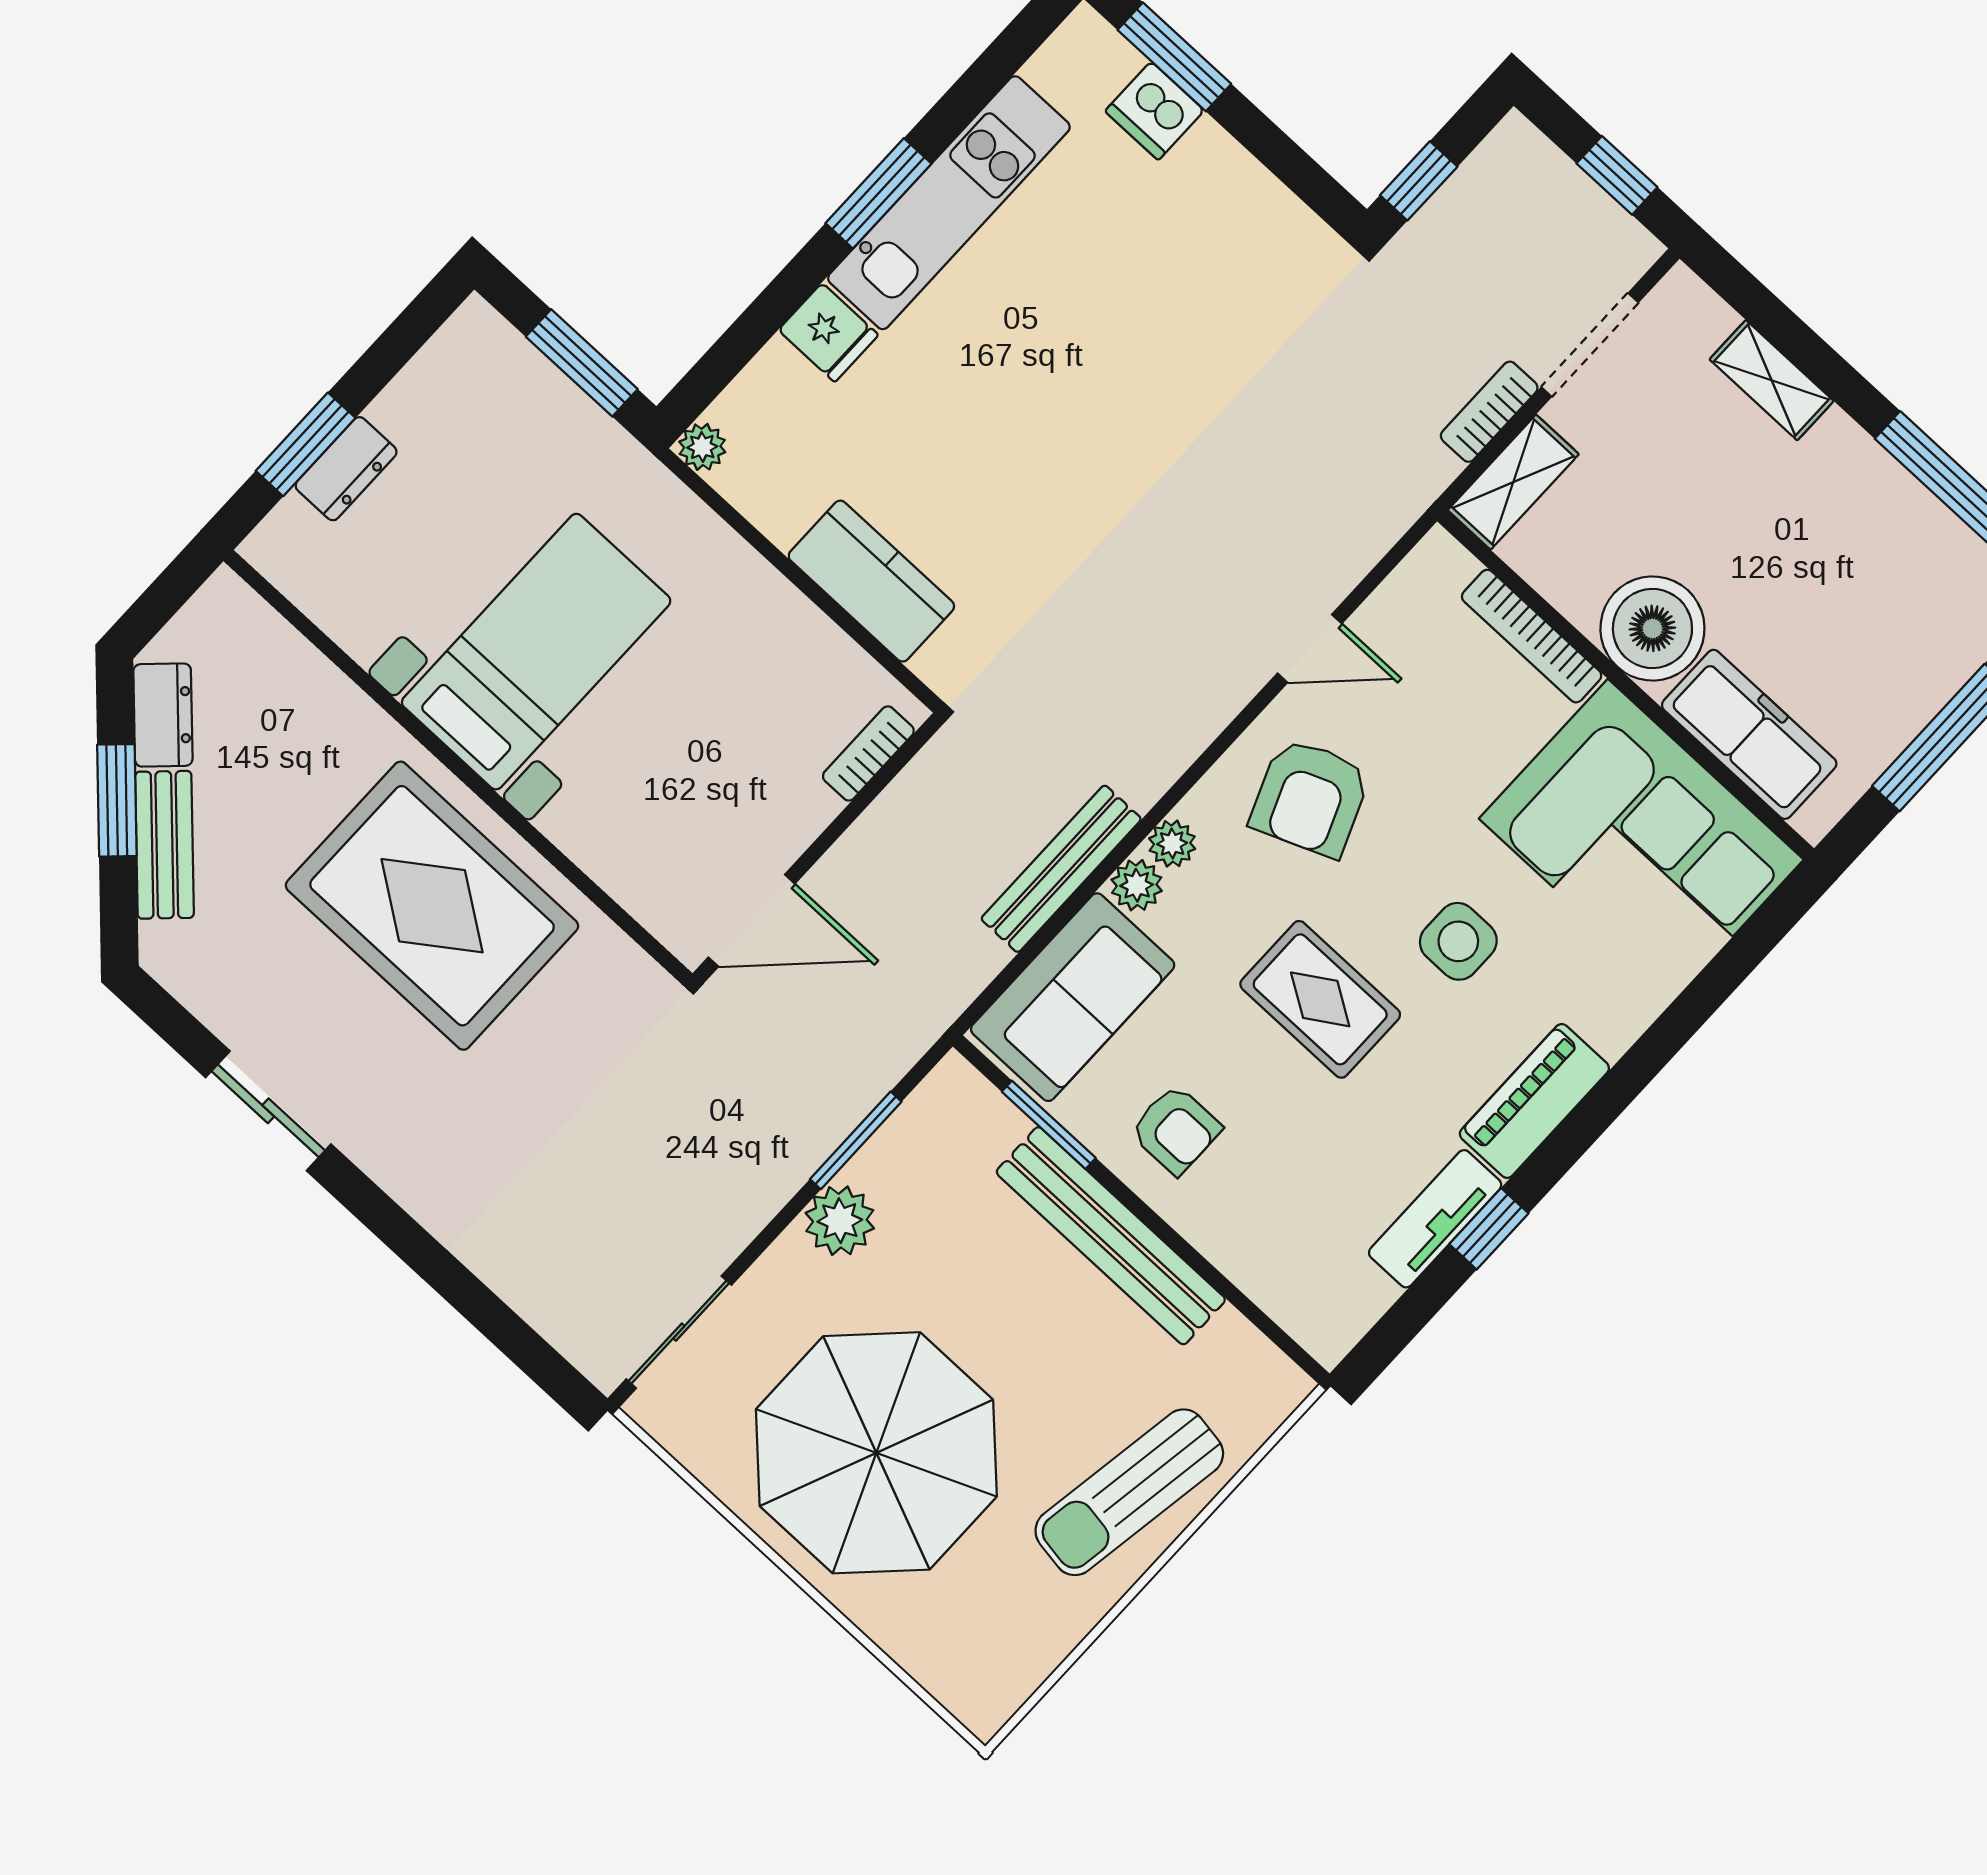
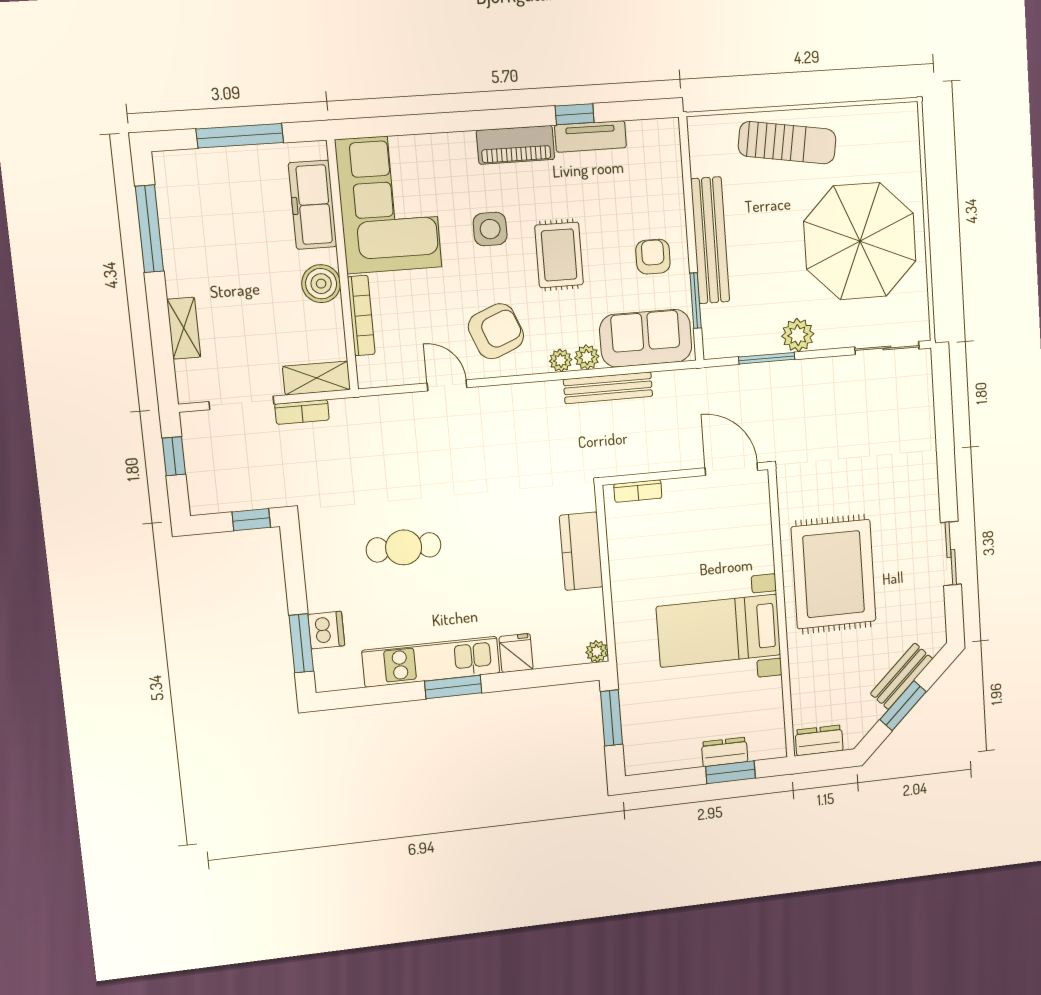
cafe table: (1152, 342) -> (404, 547), added
boiler: (1652, 628) -> (321, 284), width x0.73, depth x0.73
dresser: (163, 715) -> (819, 740), moved, turned 44

